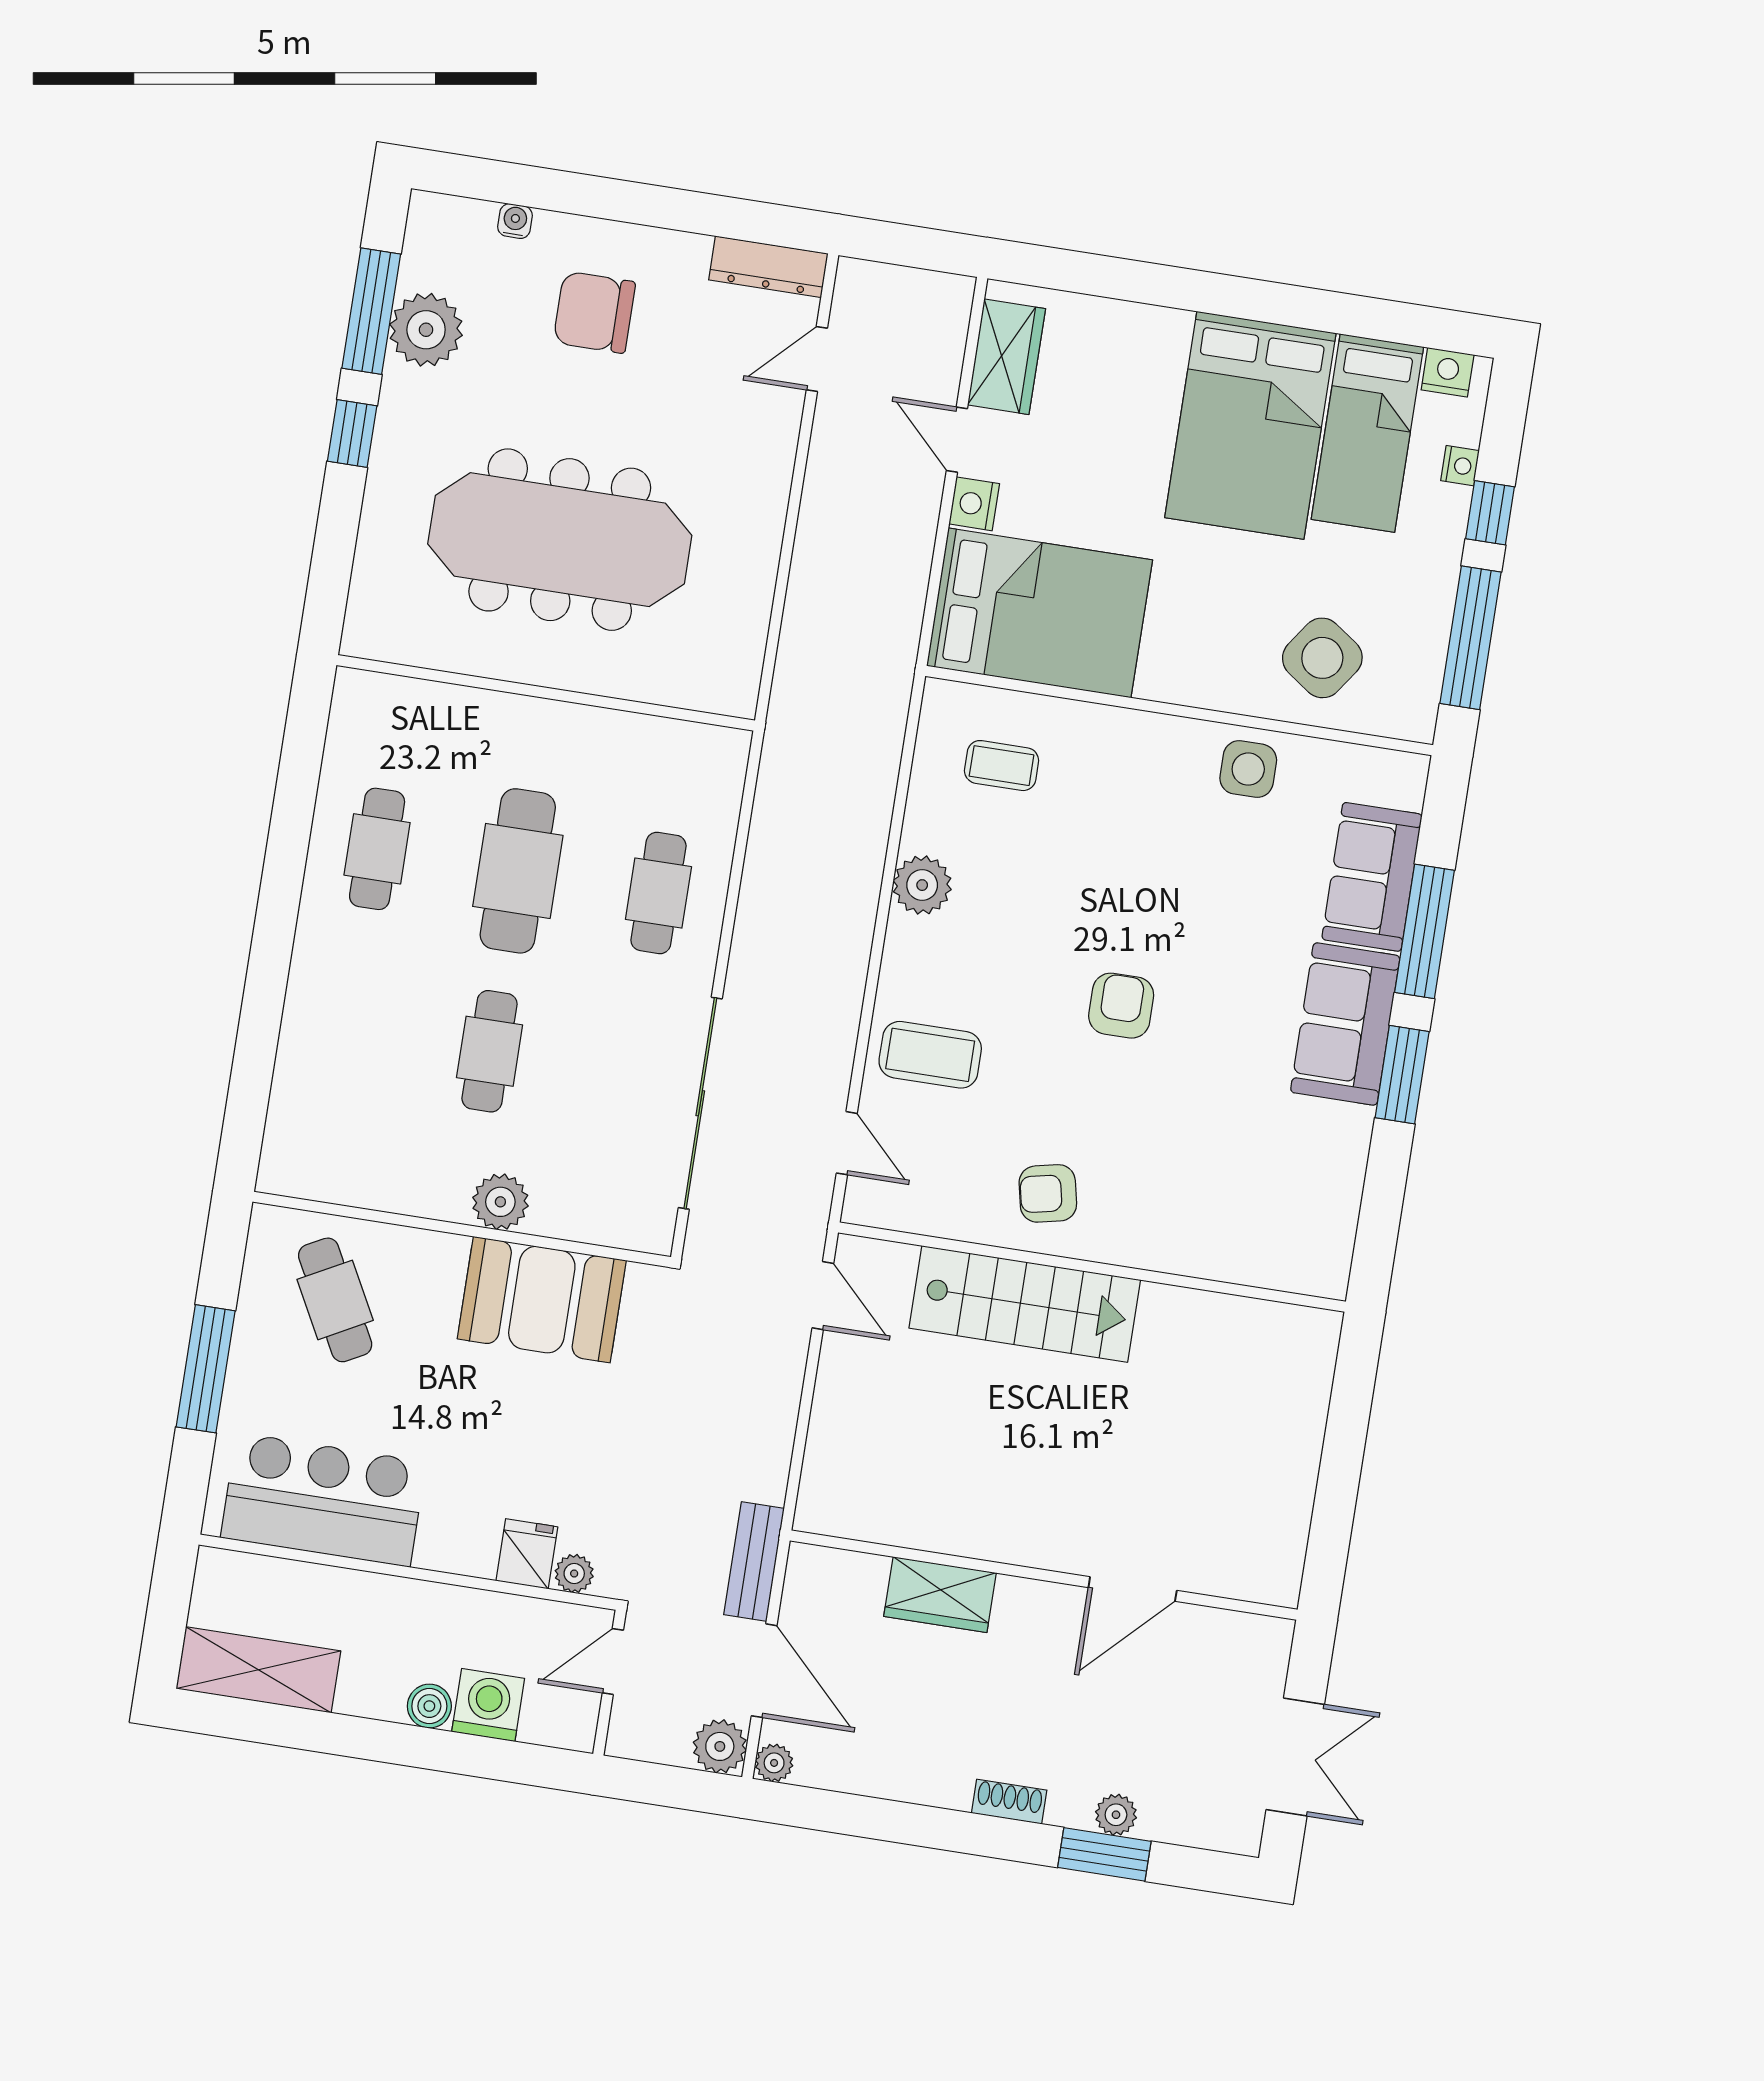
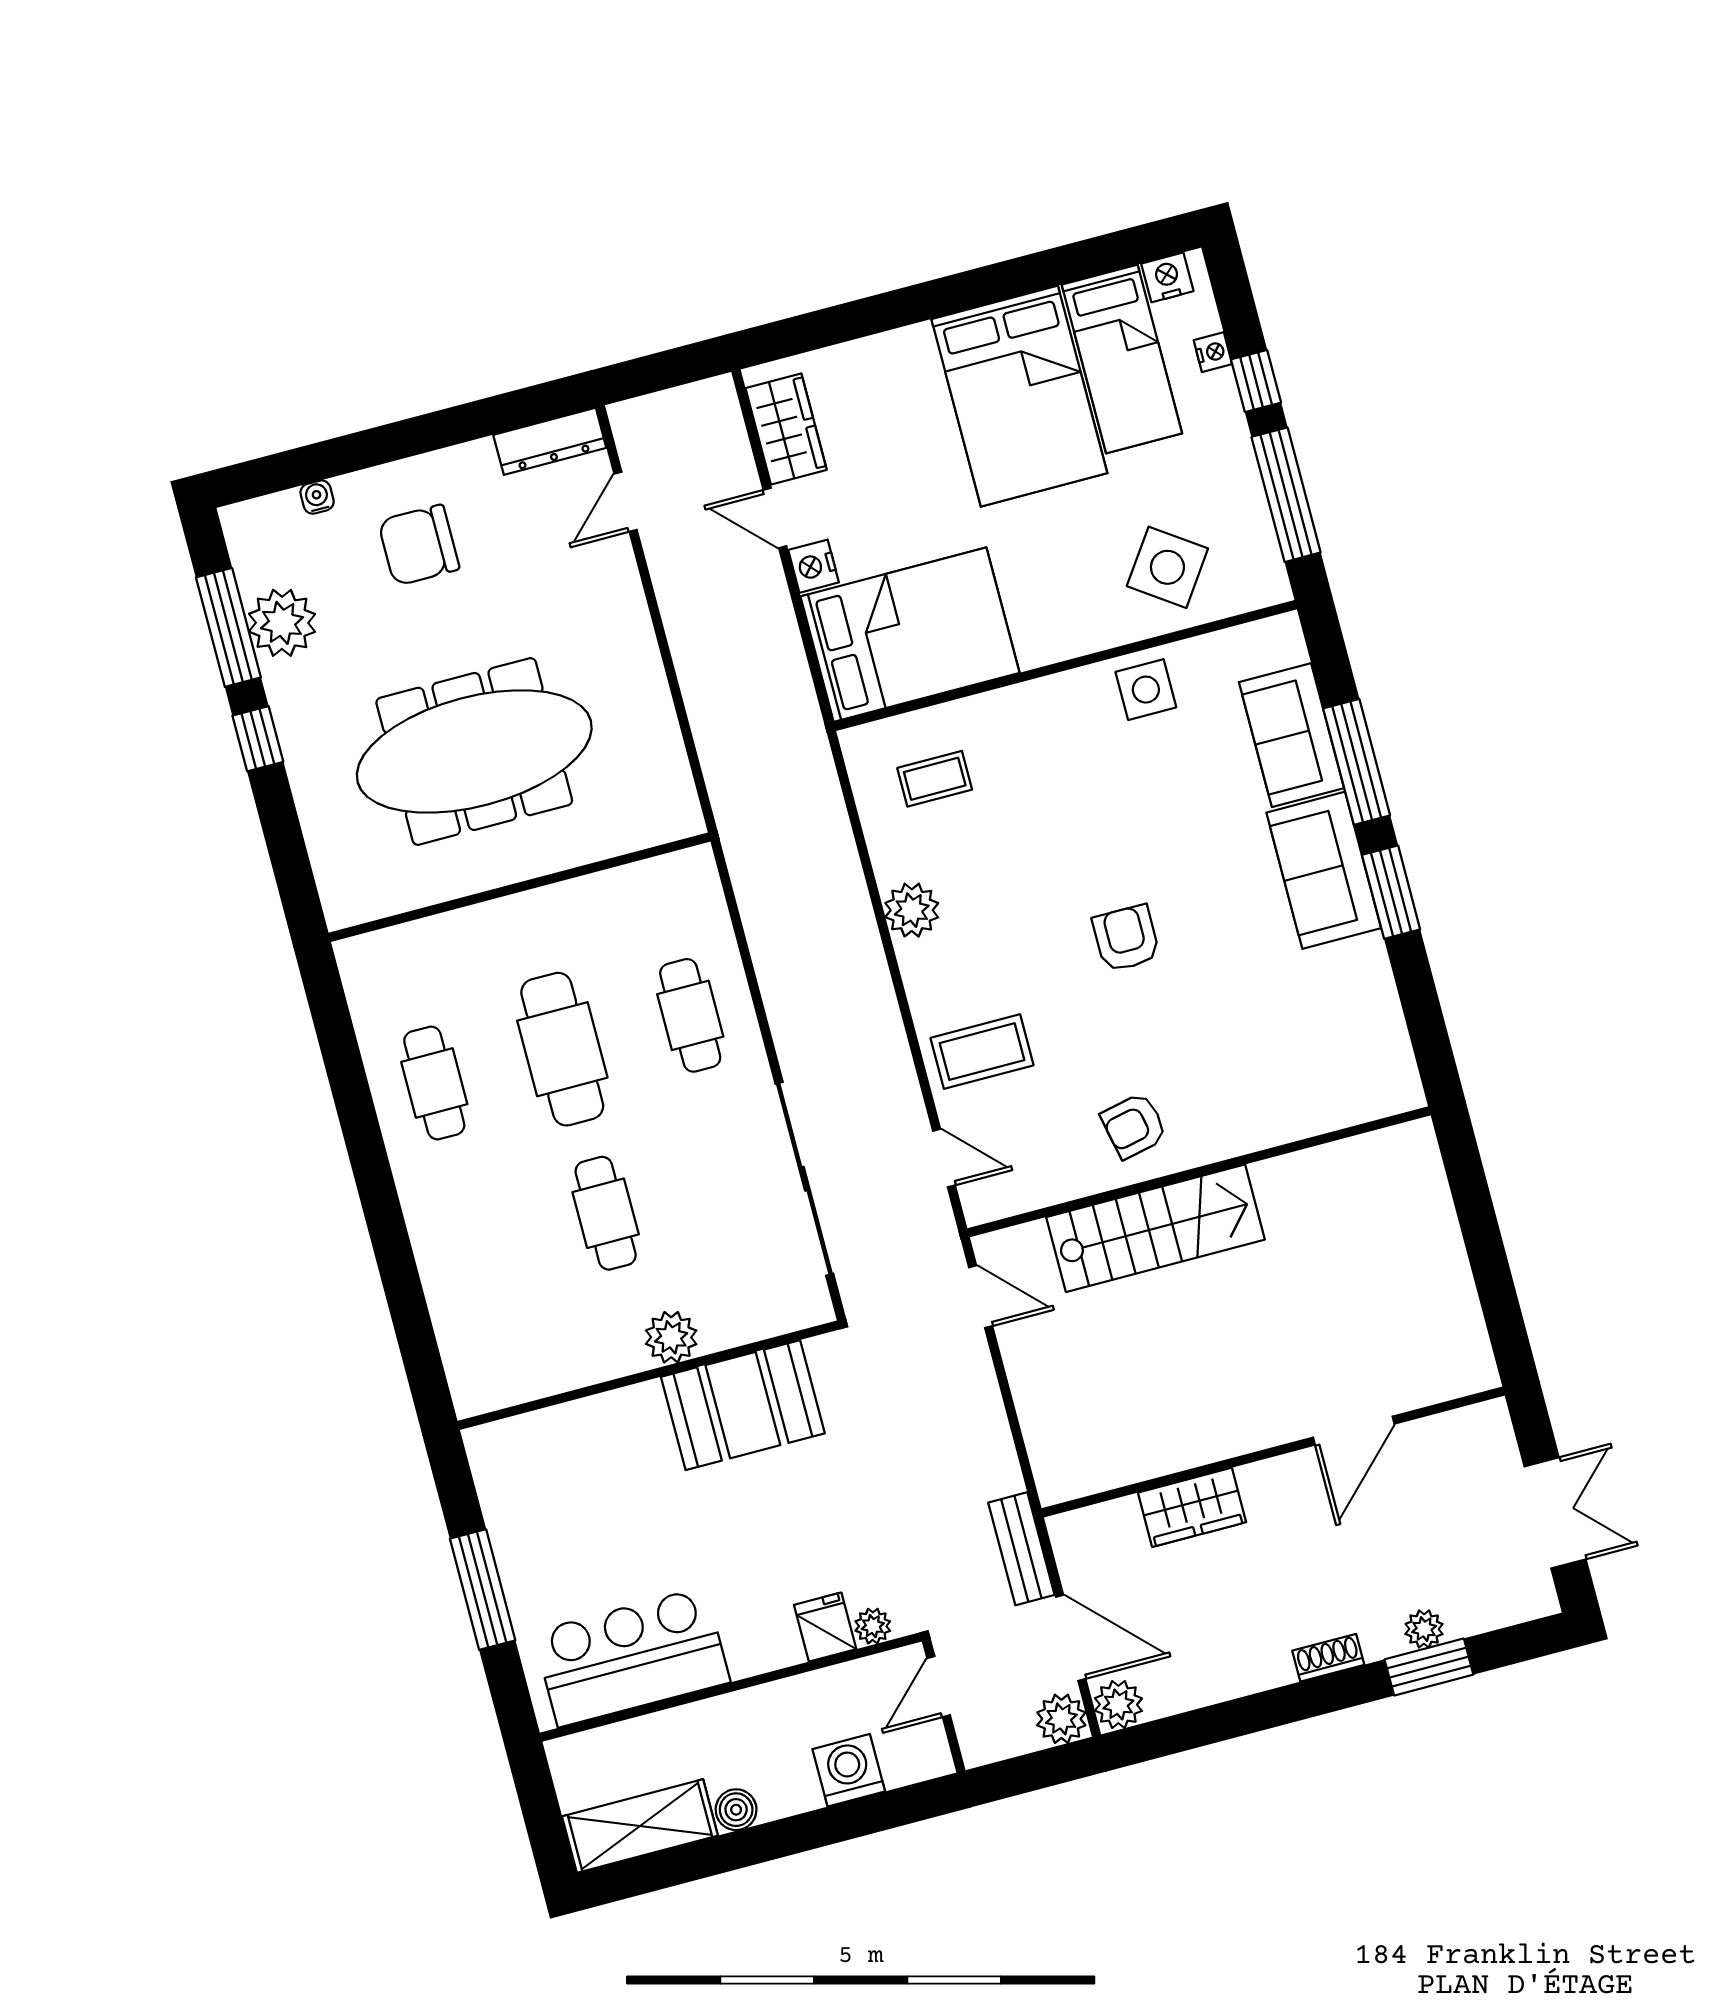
cafe table: (335, 1300) -> (567, 1483), removed
boiler: (429, 1706) -> (736, 1810), moved
plant: (774, 1763) -> (1118, 1705), width x1.38, depth x1.38

